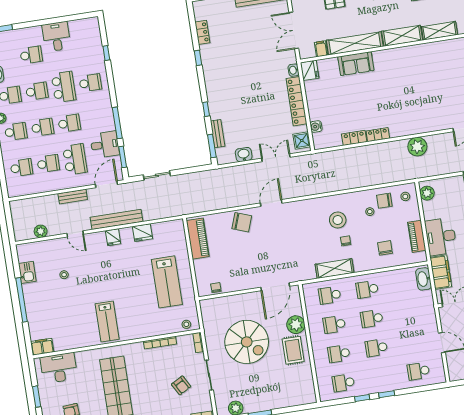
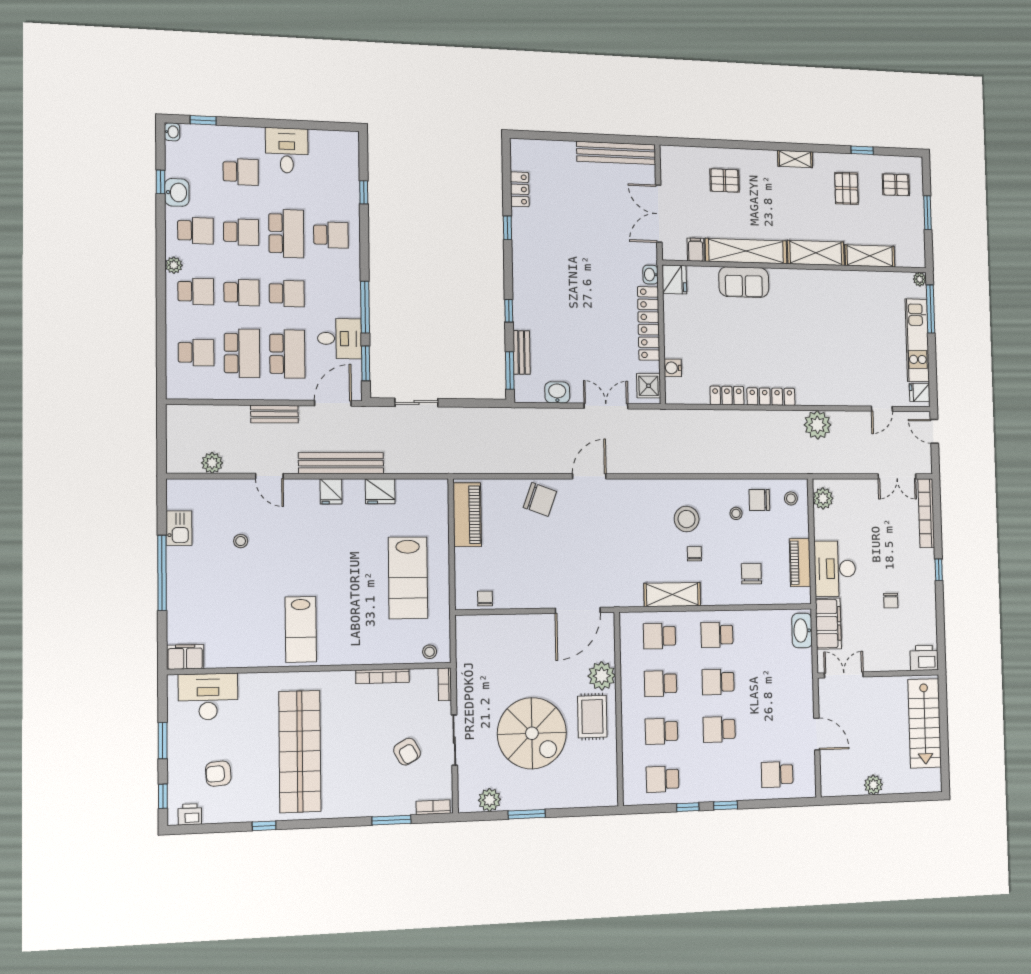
locker: (378, 135) -> (771, 397), width x1.53
school desk: (48, 164) -> (242, 353), width x1.85
spiral stairs: (247, 342) -> (532, 733), moved

